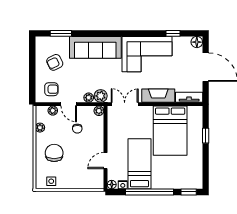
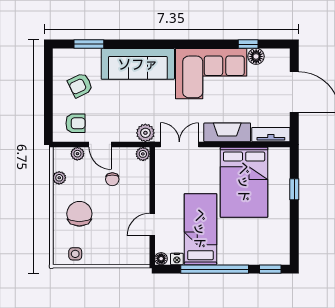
floor lamp: (197, 42) -> (256, 56), moved
plant: (89, 98) -> (128, 135), removed

